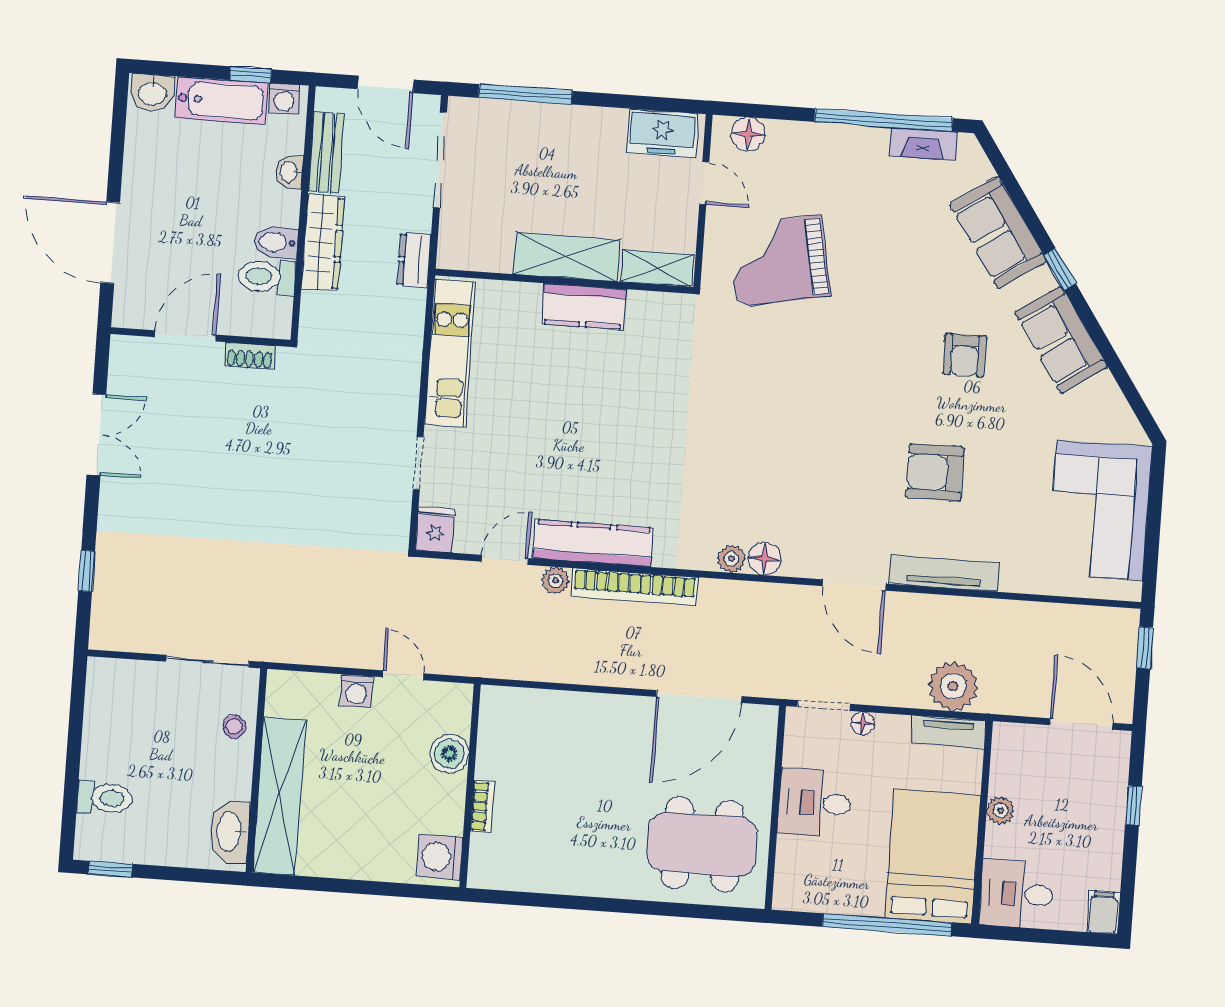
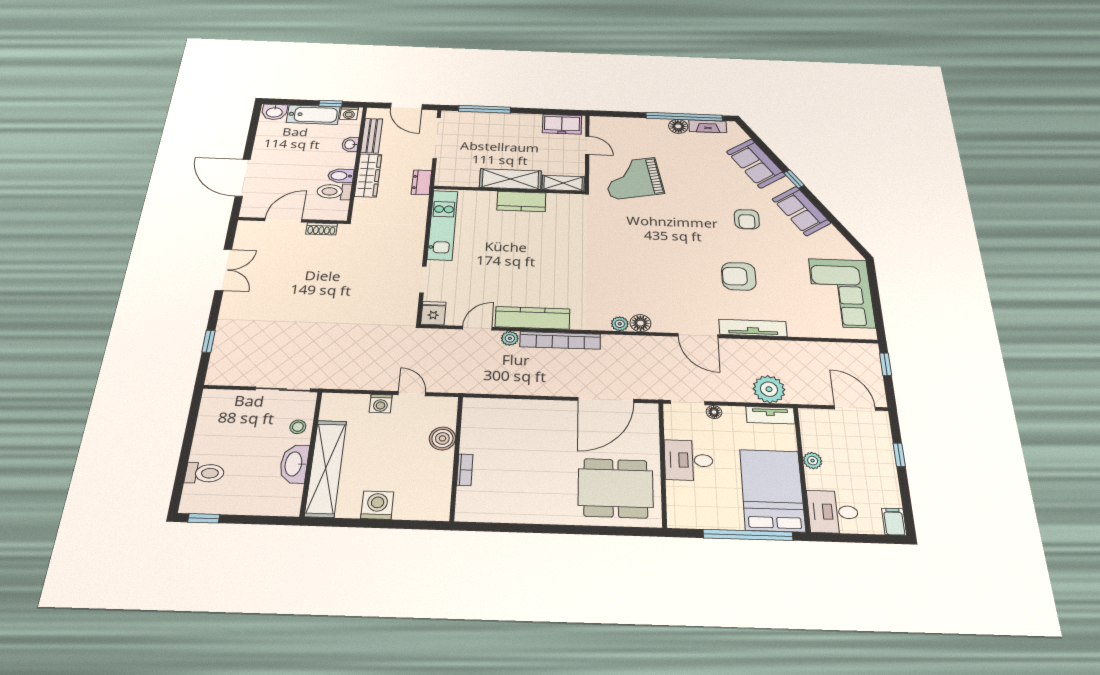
floor lamp: (748, 134) -> (678, 126), moved
washbasin: (230, 831) -> (294, 464), moved
washing machine: (440, 857) -> (377, 505), moved, turned 90

